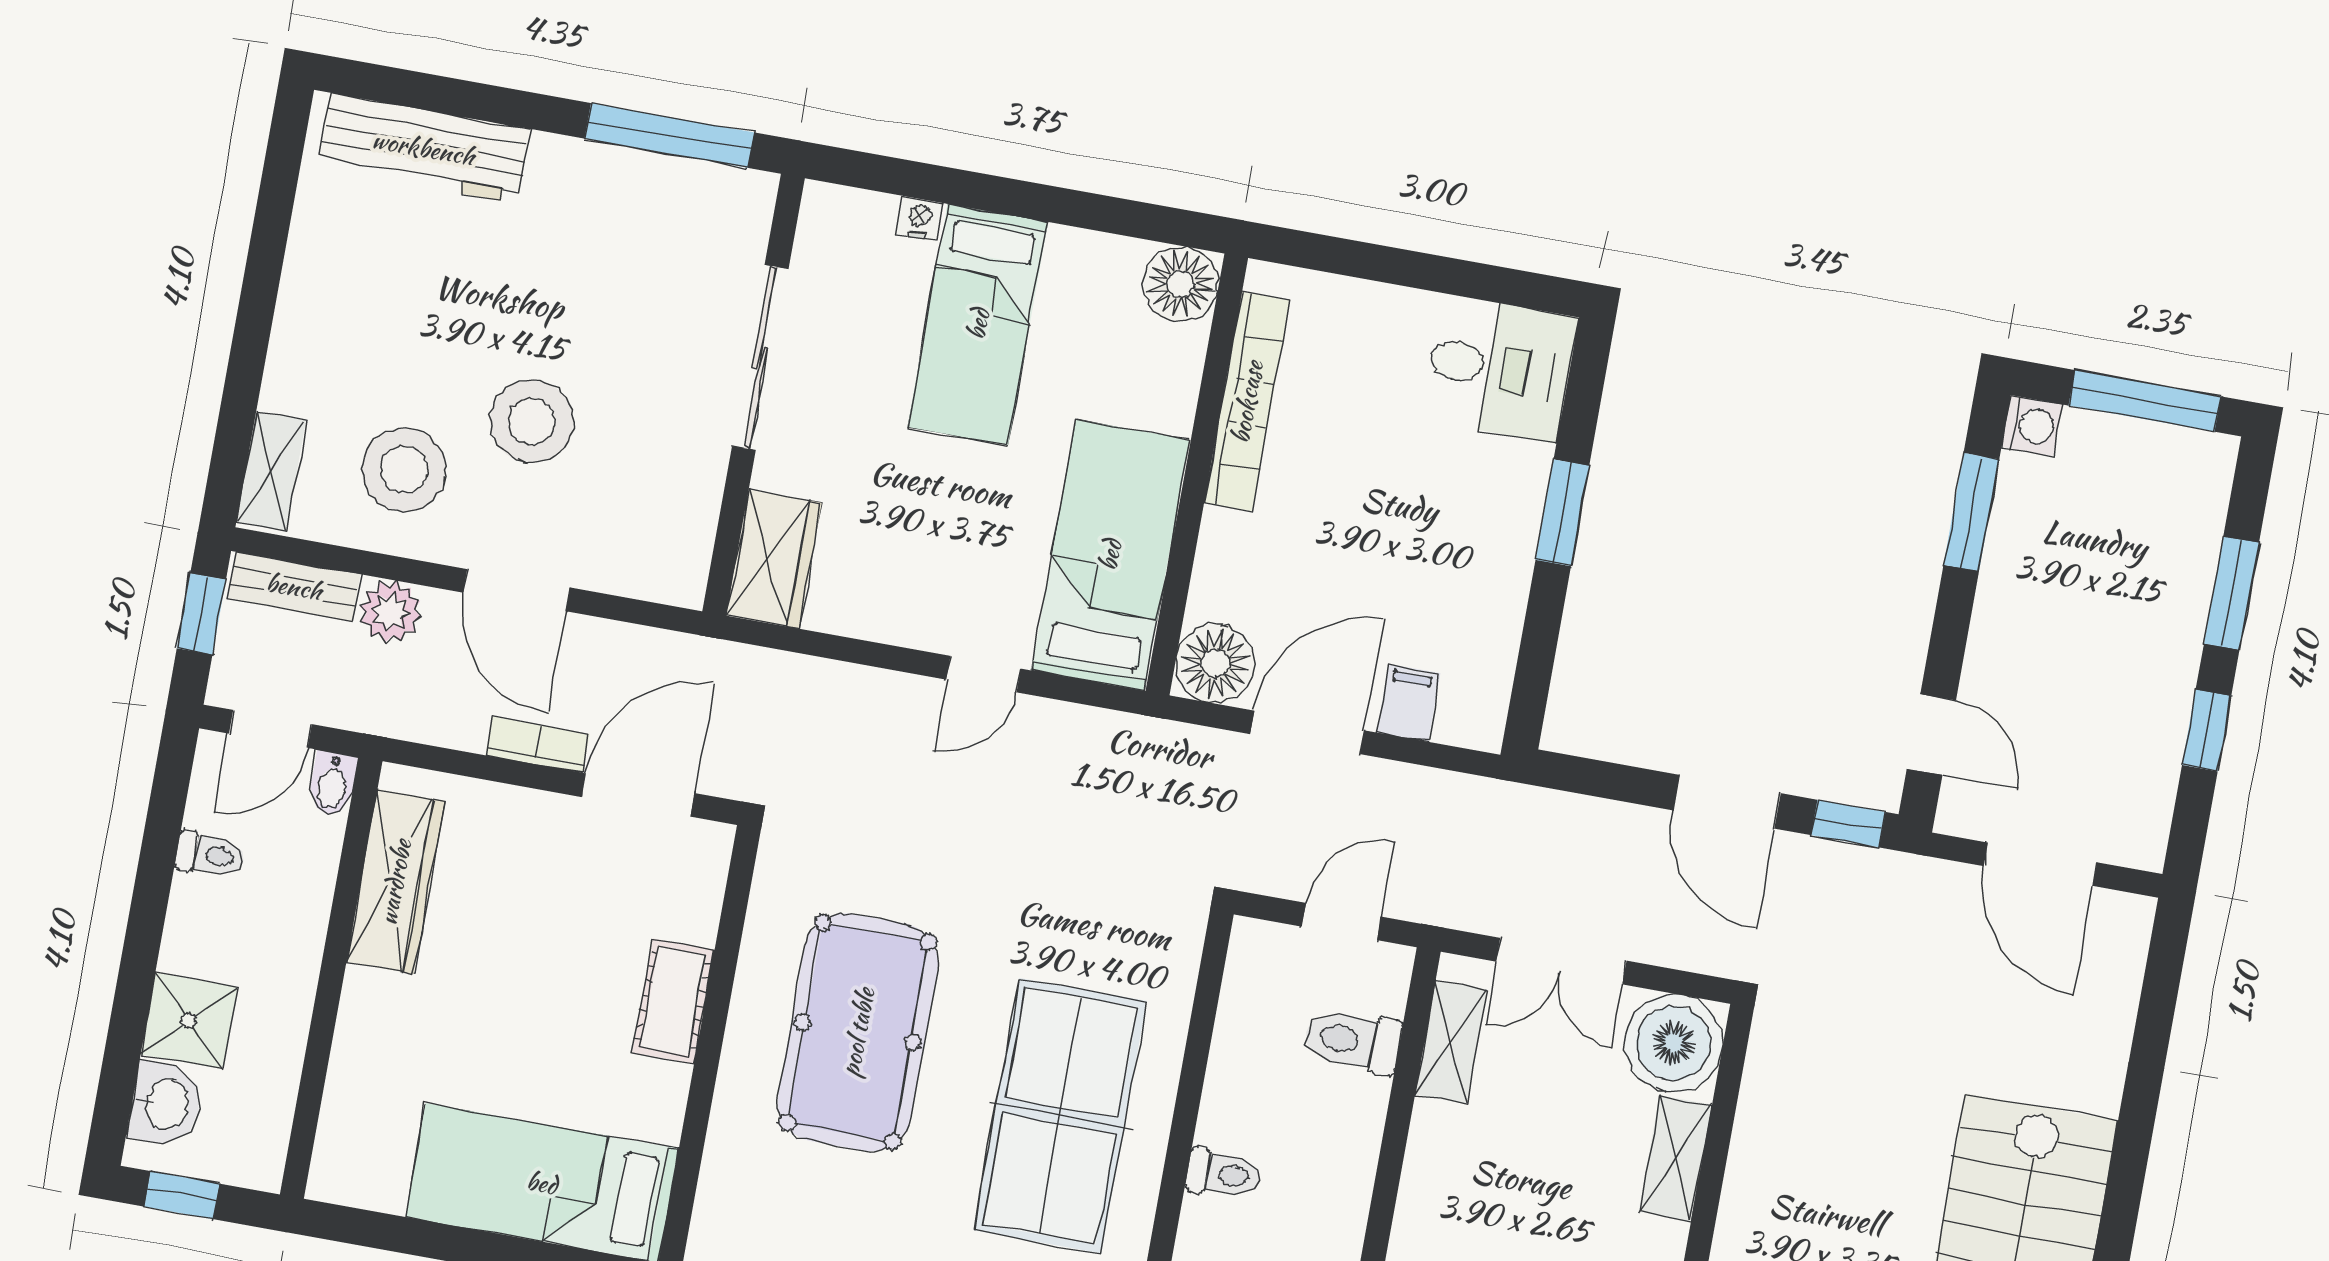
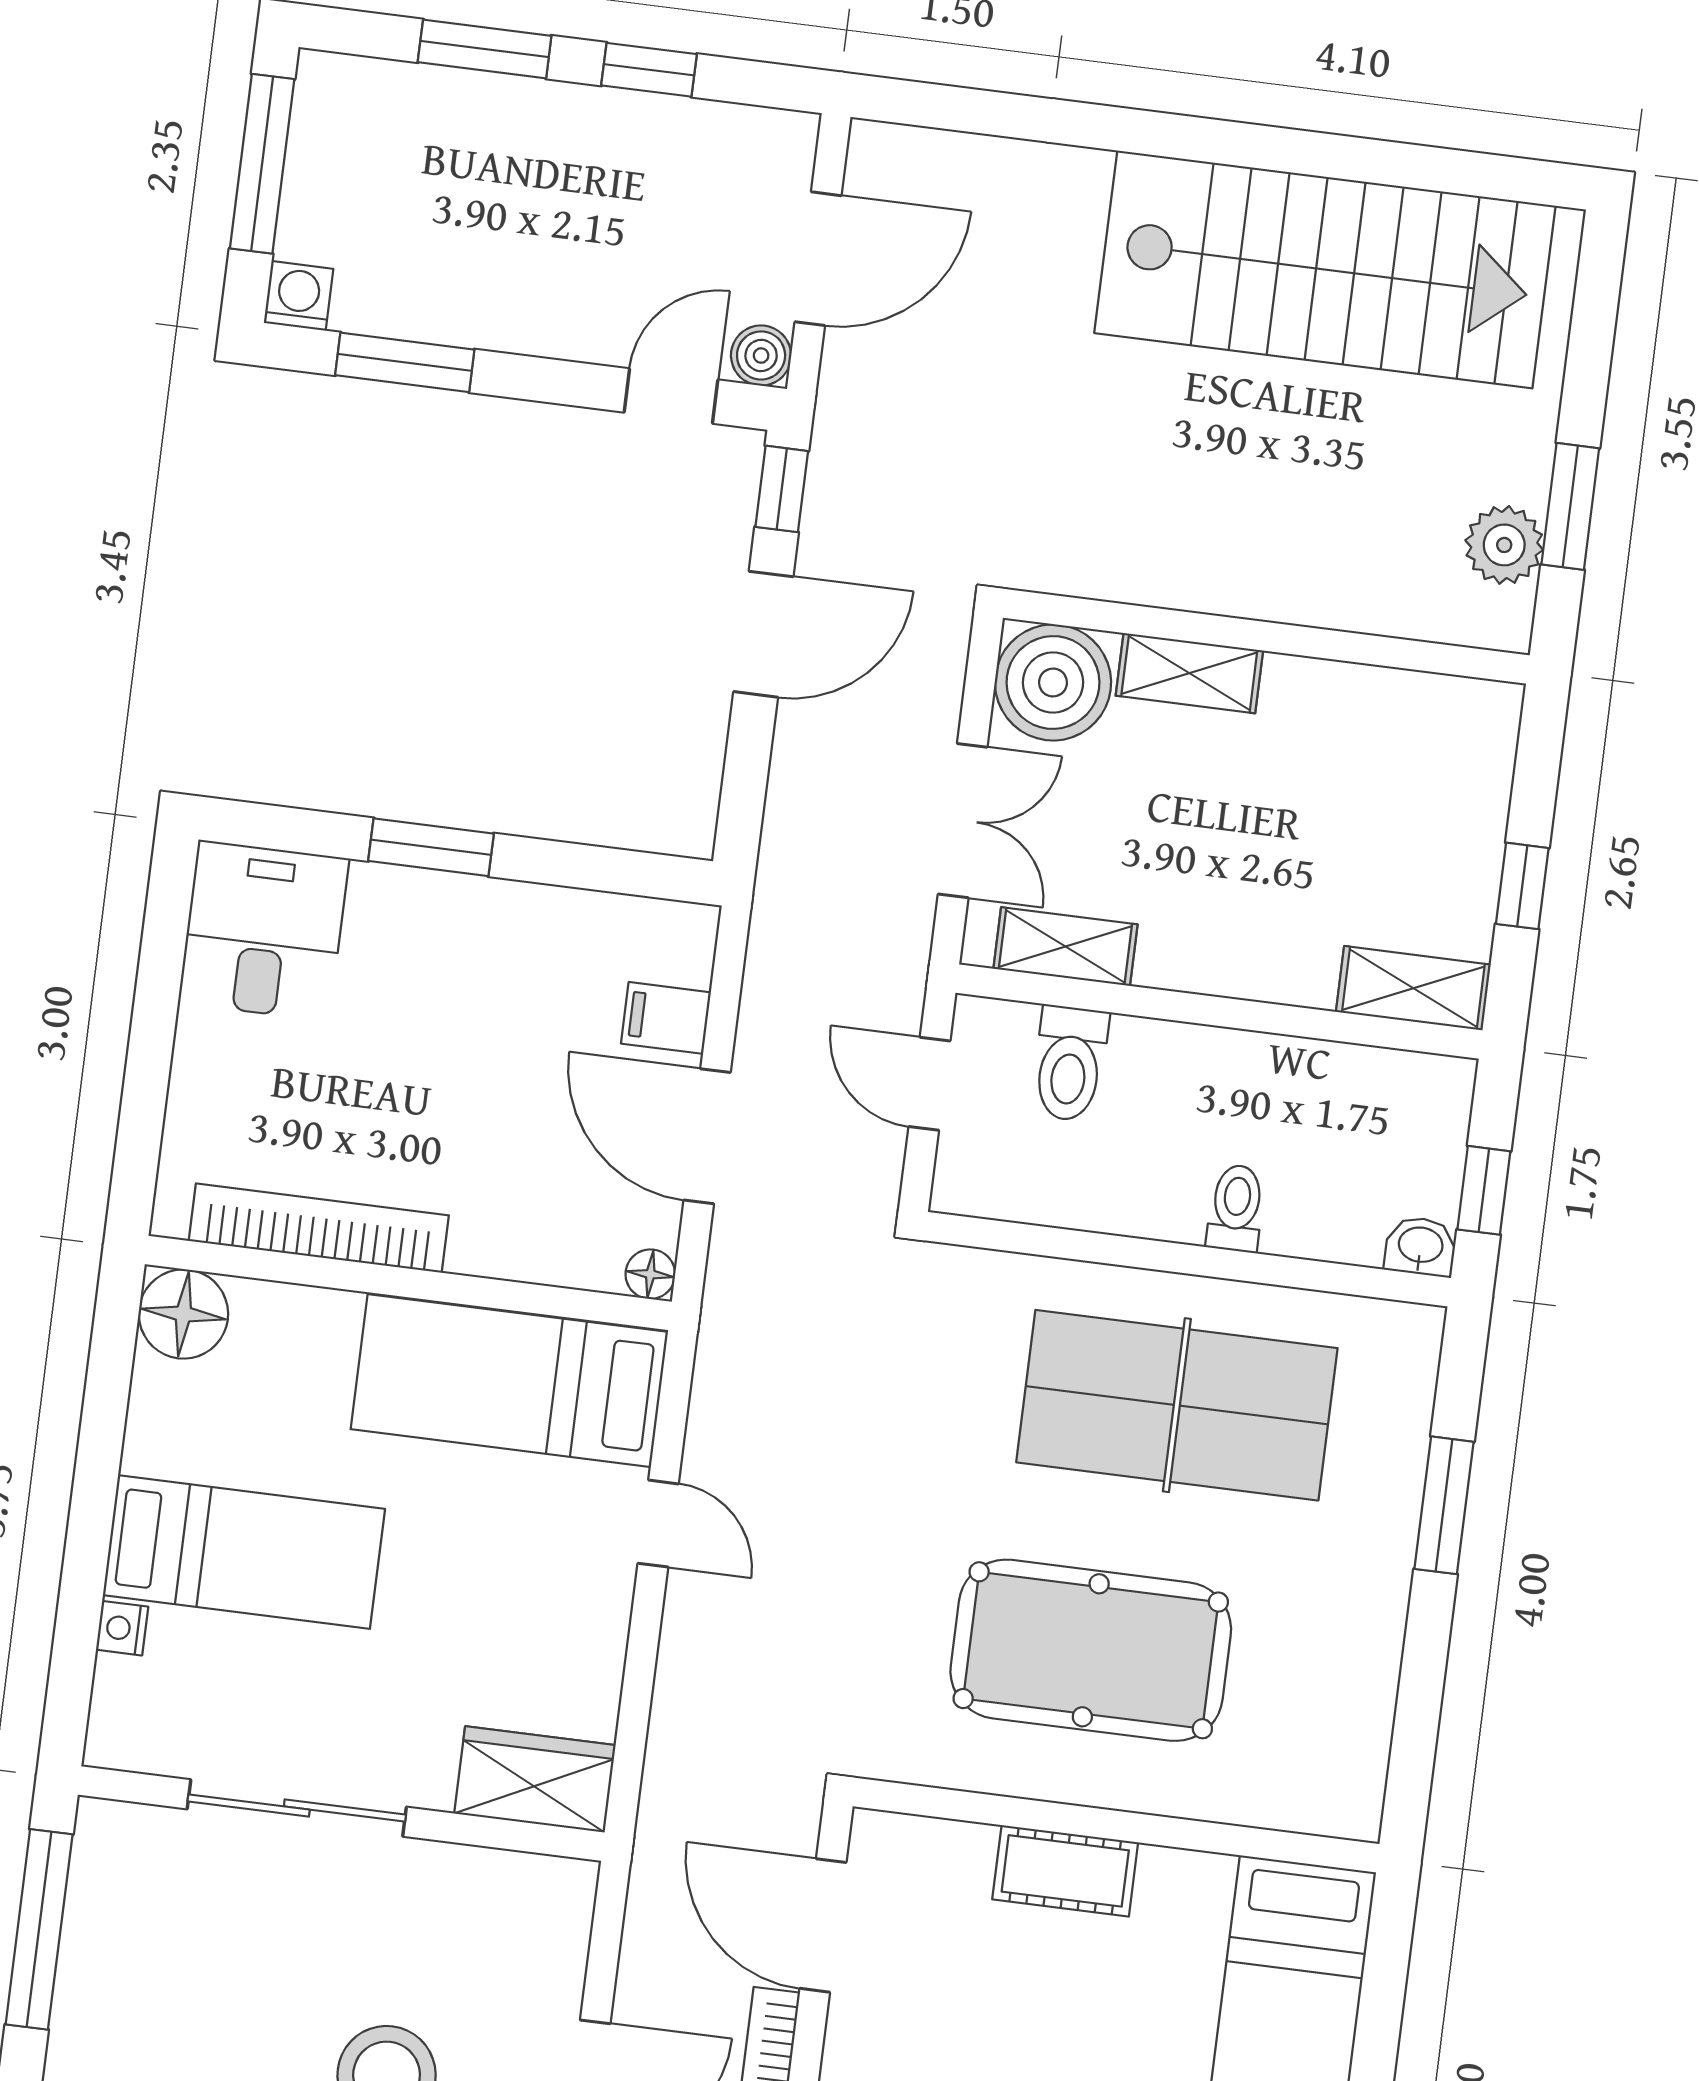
floor lamp: (1215, 664) -> (650, 1274), width x0.53, depth x0.53
boiler: (1961, 812) -> (761, 355), added

